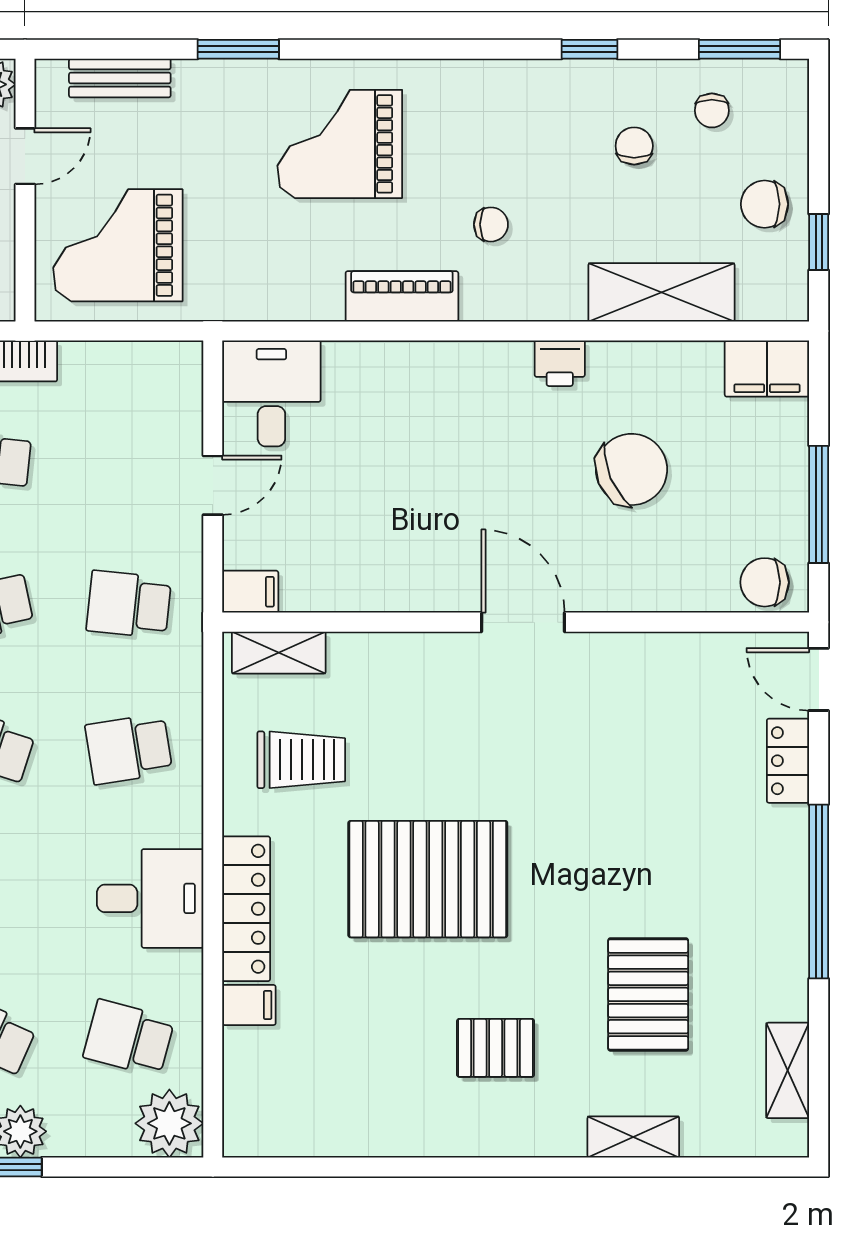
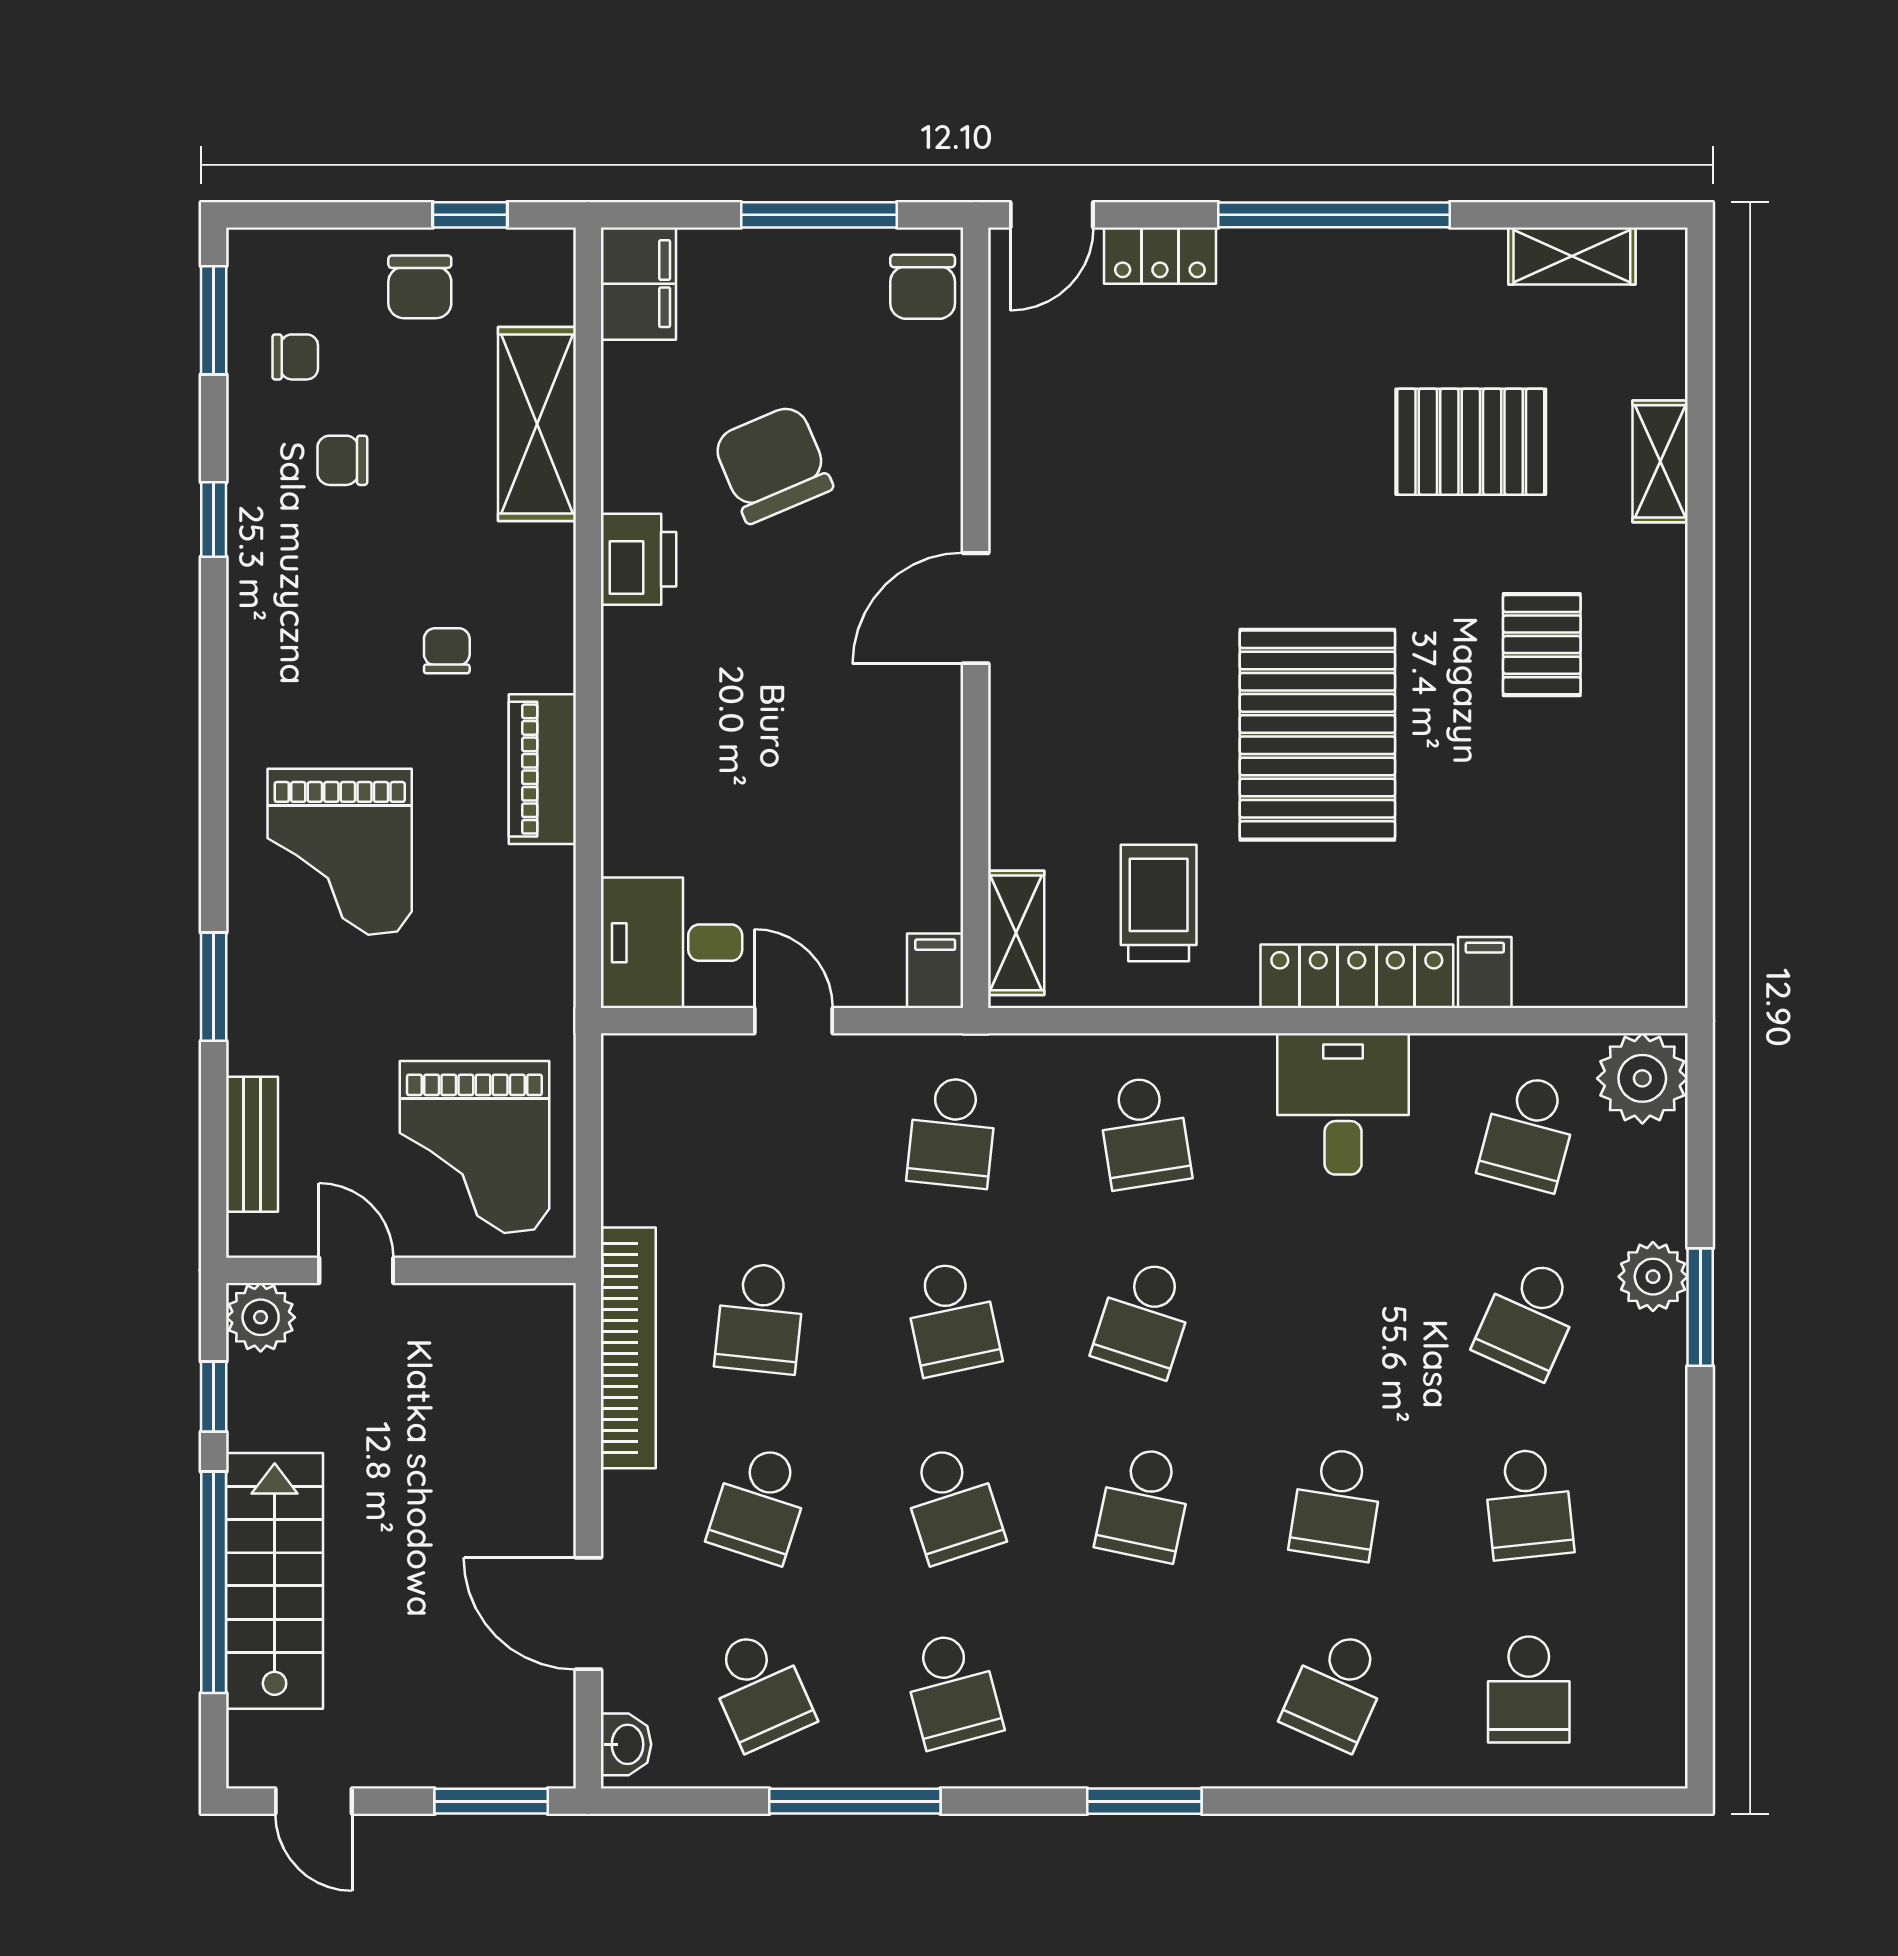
printer: (560, 363) -> (639, 559), width x1.36, depth x1.24

